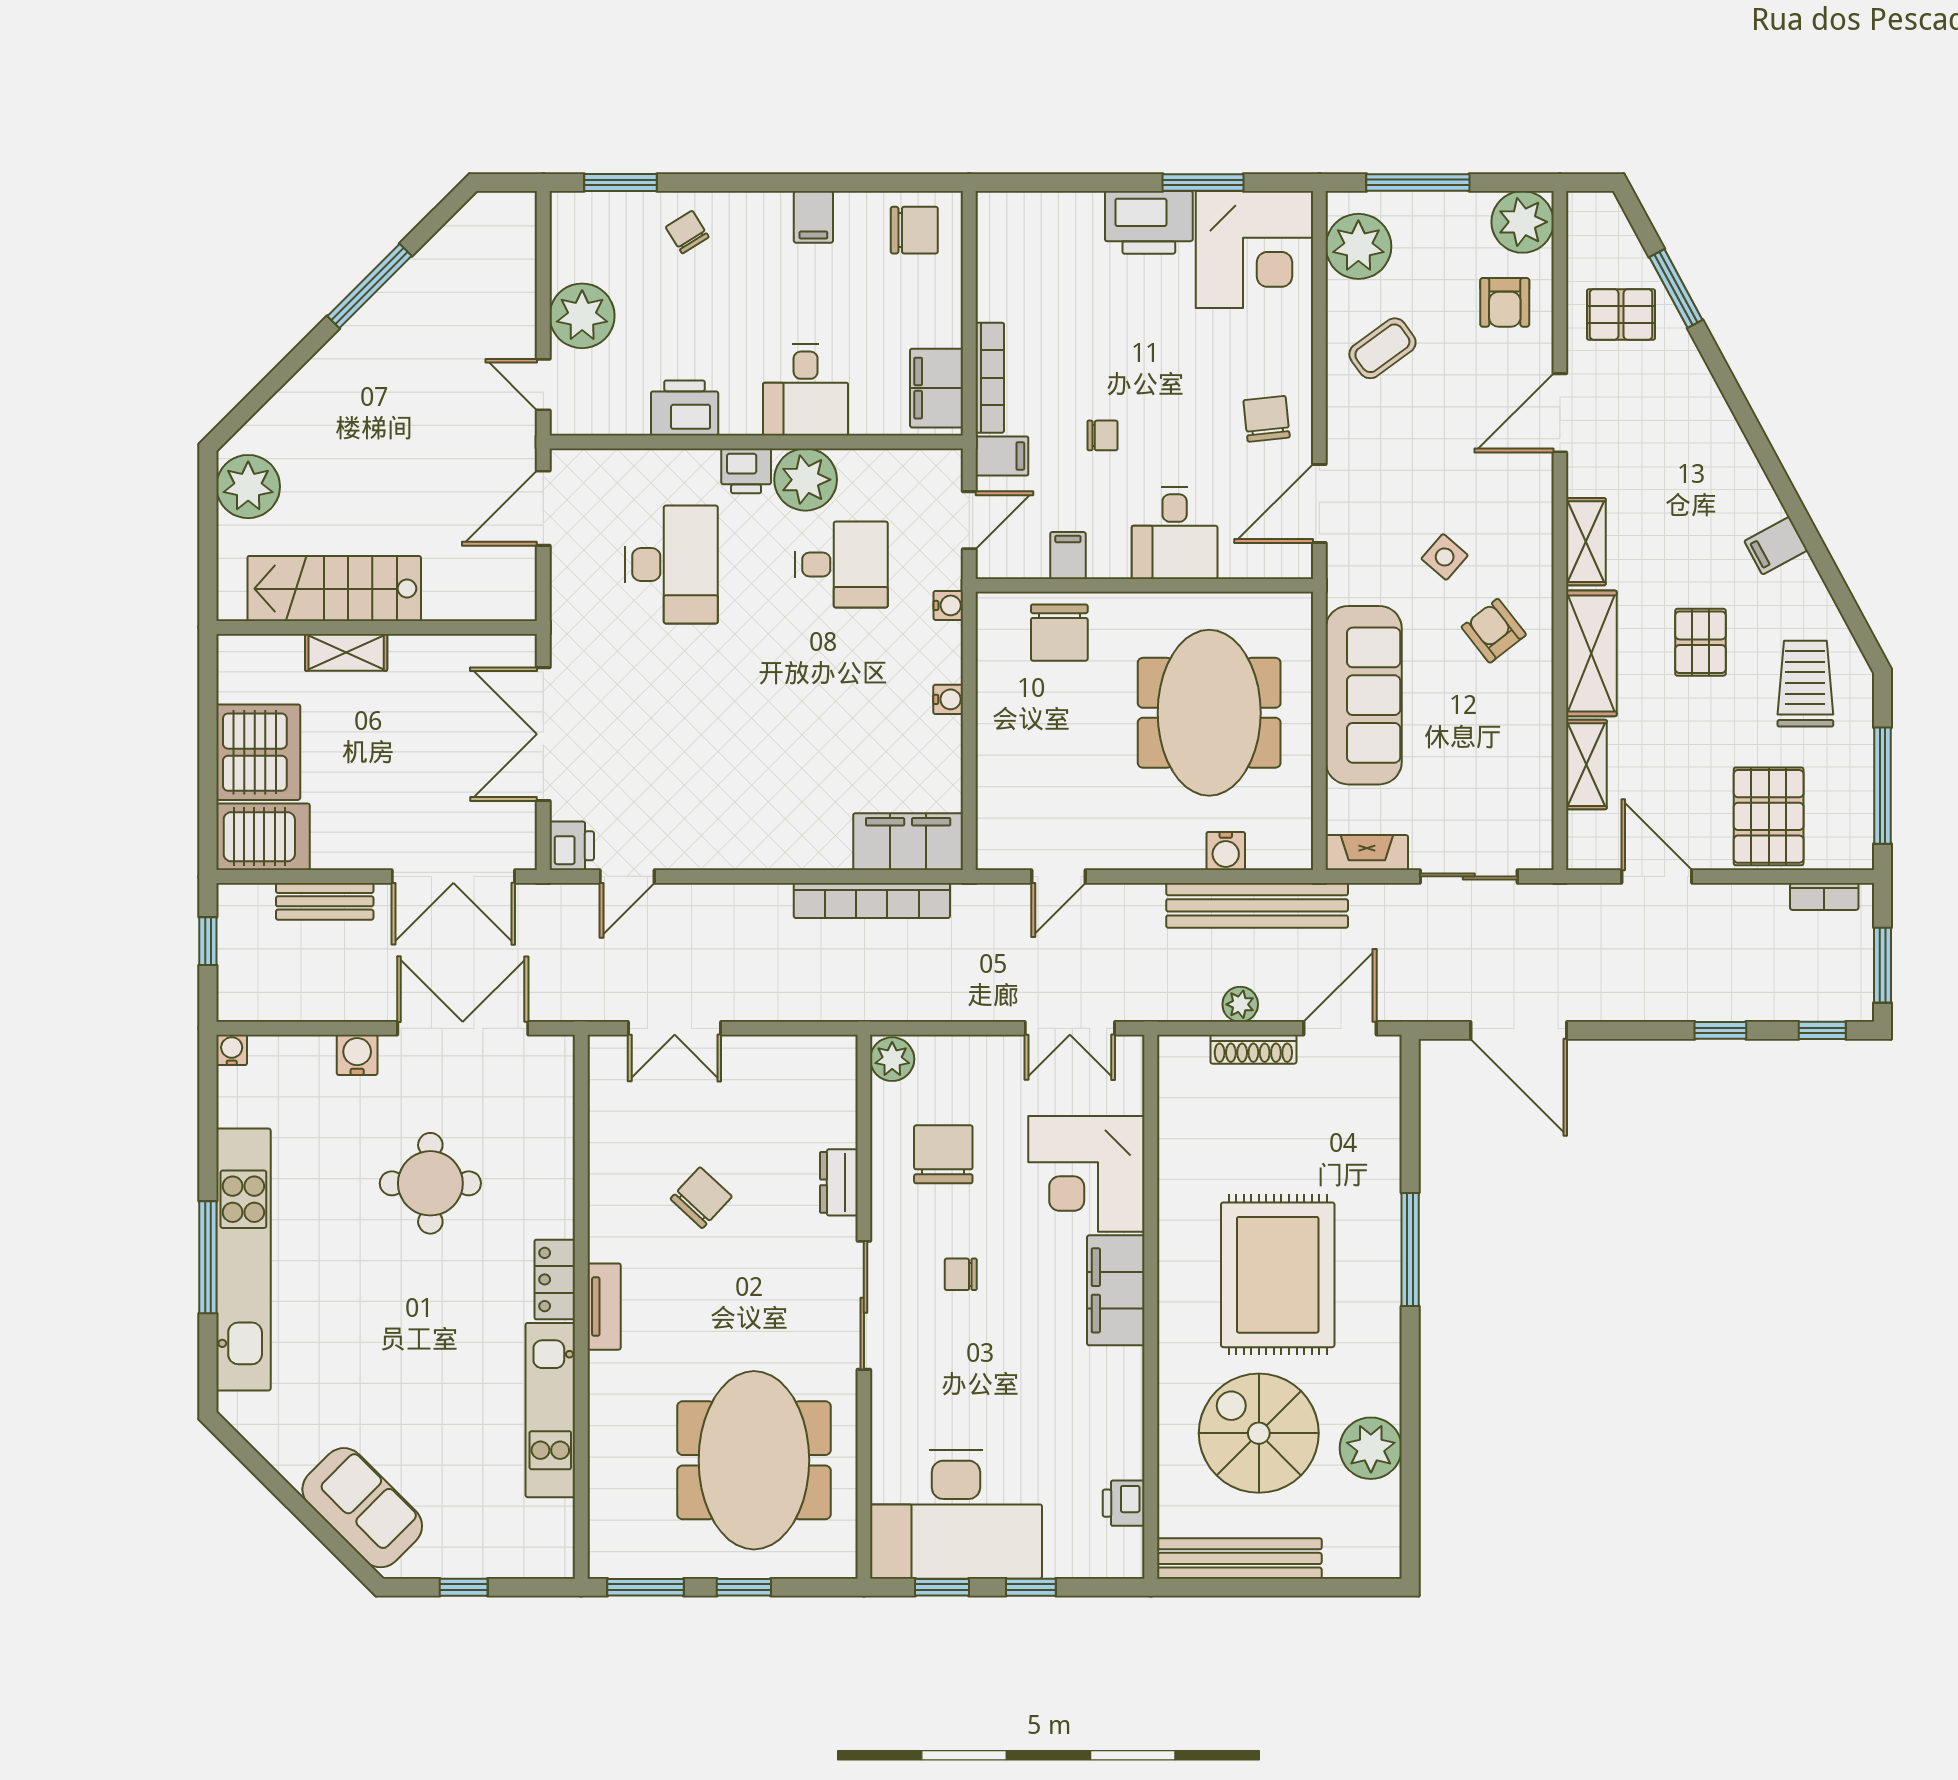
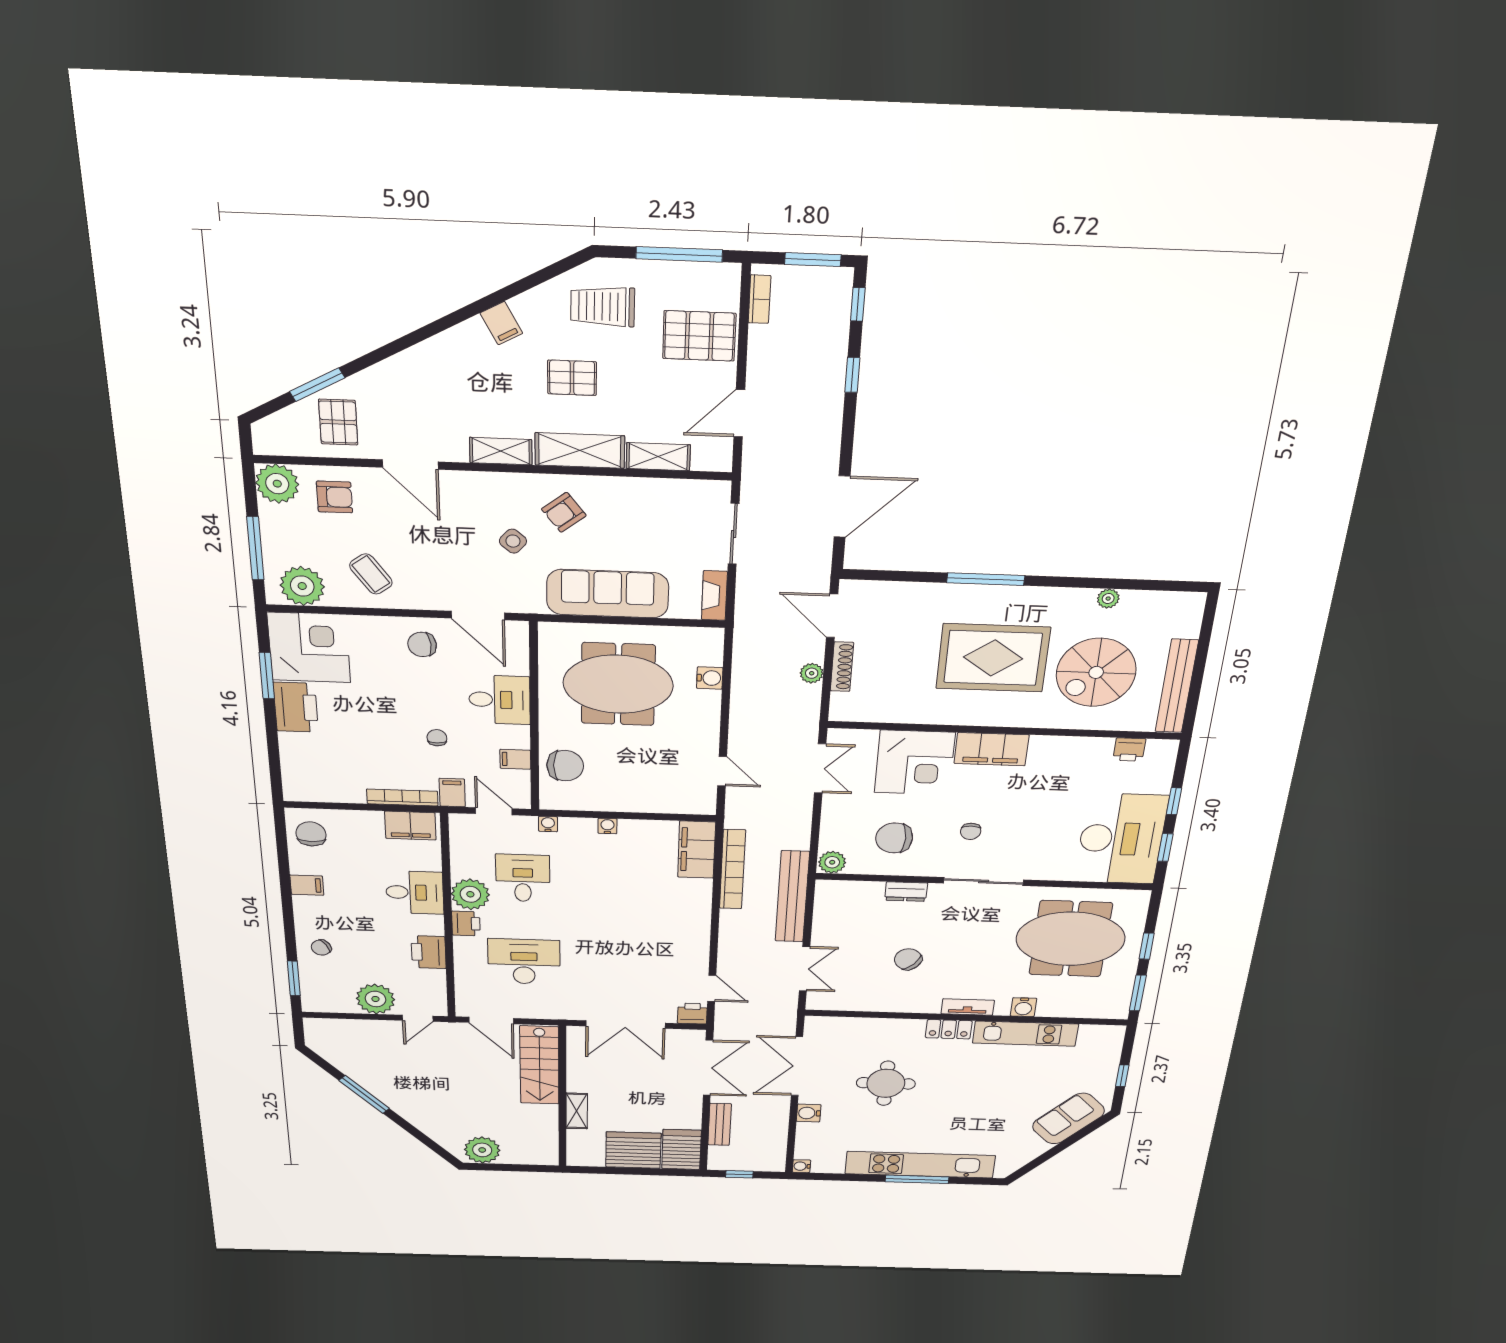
stairs: (334, 589) -> (539, 1065), moved
bench: (1257, 905) -> (792, 897), moved
water cooler: (608, 1400) -> (1023, 1007), added
plant: (1371, 1448) -> (1108, 599), width x0.53, depth x0.53

